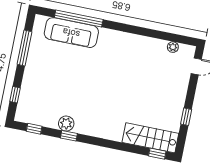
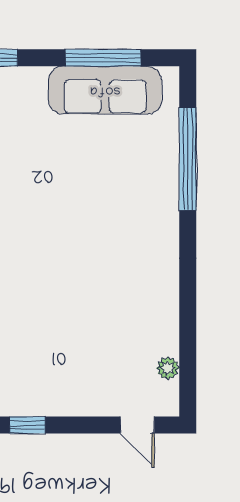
sofa: (71, 33) -> (105, 90), moved, turned -90

